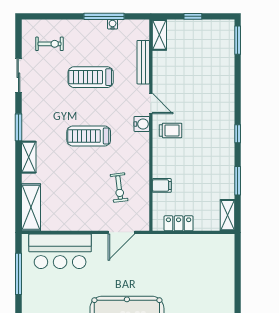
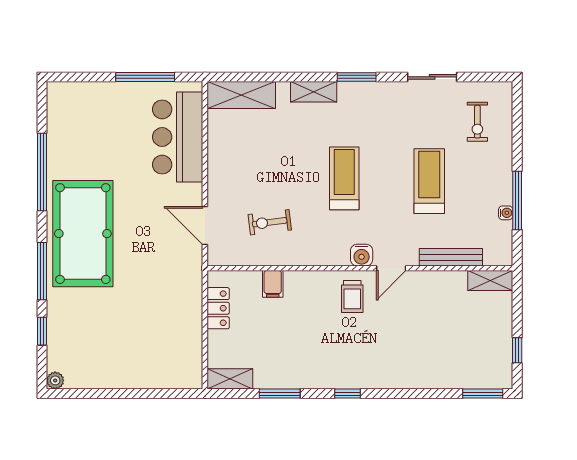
window: (193, 16) -> (517, 350), moved

